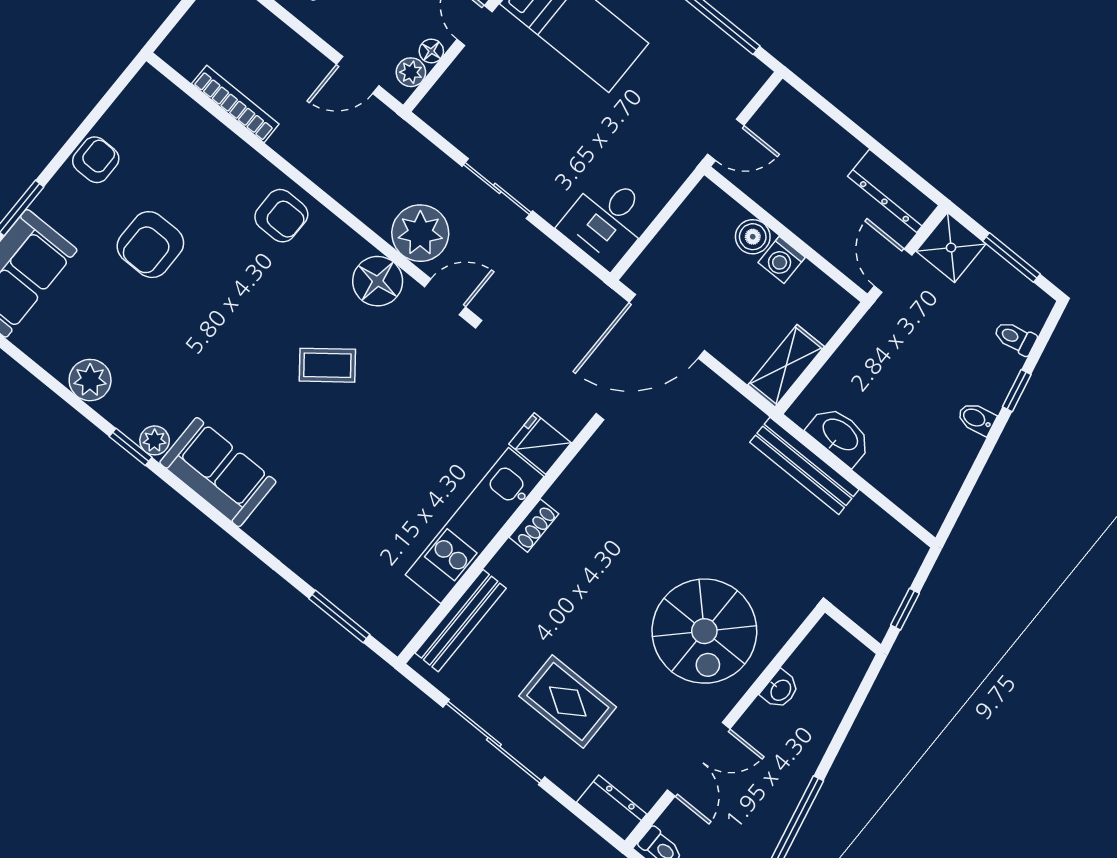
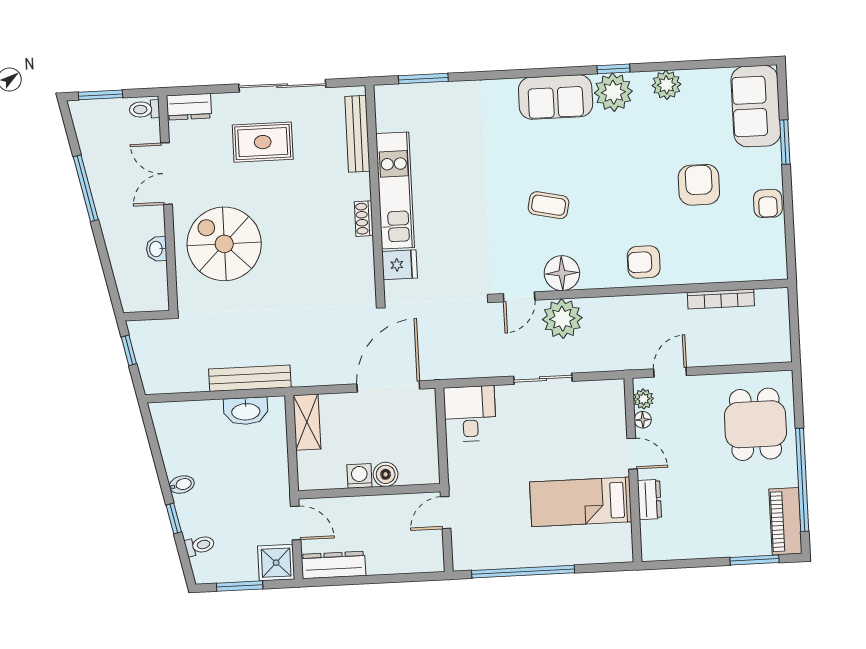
coffee table: (327, 365) -> (549, 205), turned 50
plant: (155, 440) -> (613, 92), width x1.88, depth x1.88

